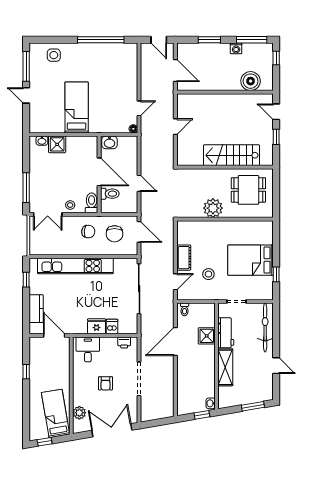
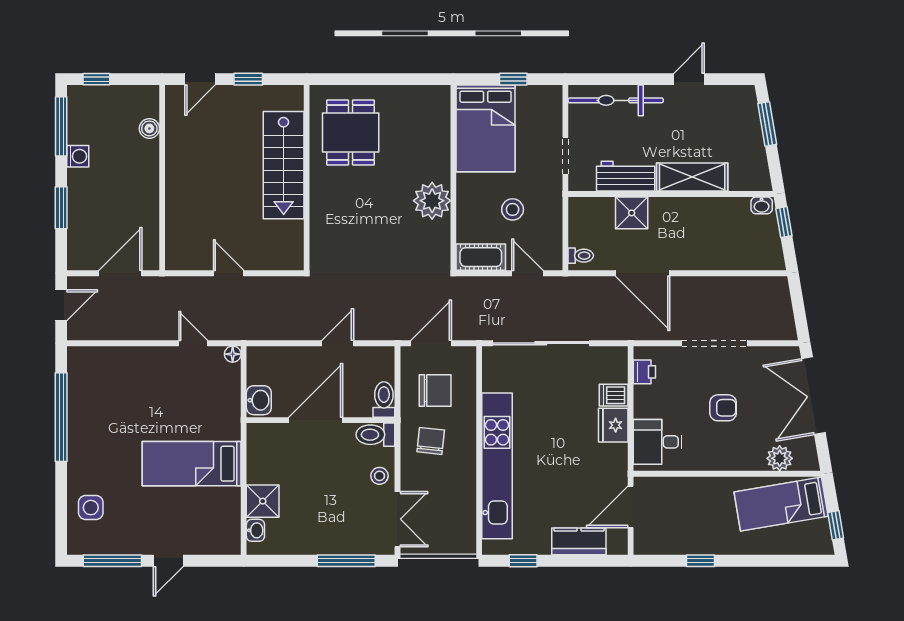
boiler: (251, 81) -> (149, 128), width x0.54, depth x0.54
toilet: (110, 194) -> (384, 400), moved
plant: (213, 208) -> (432, 201), moved
wall: (225, 219) -> (453, 178), moved

